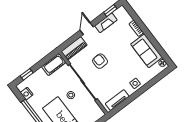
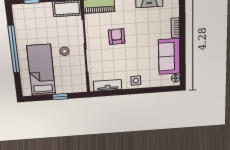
nightstand: (27, 94) -> (19, 20), removed

